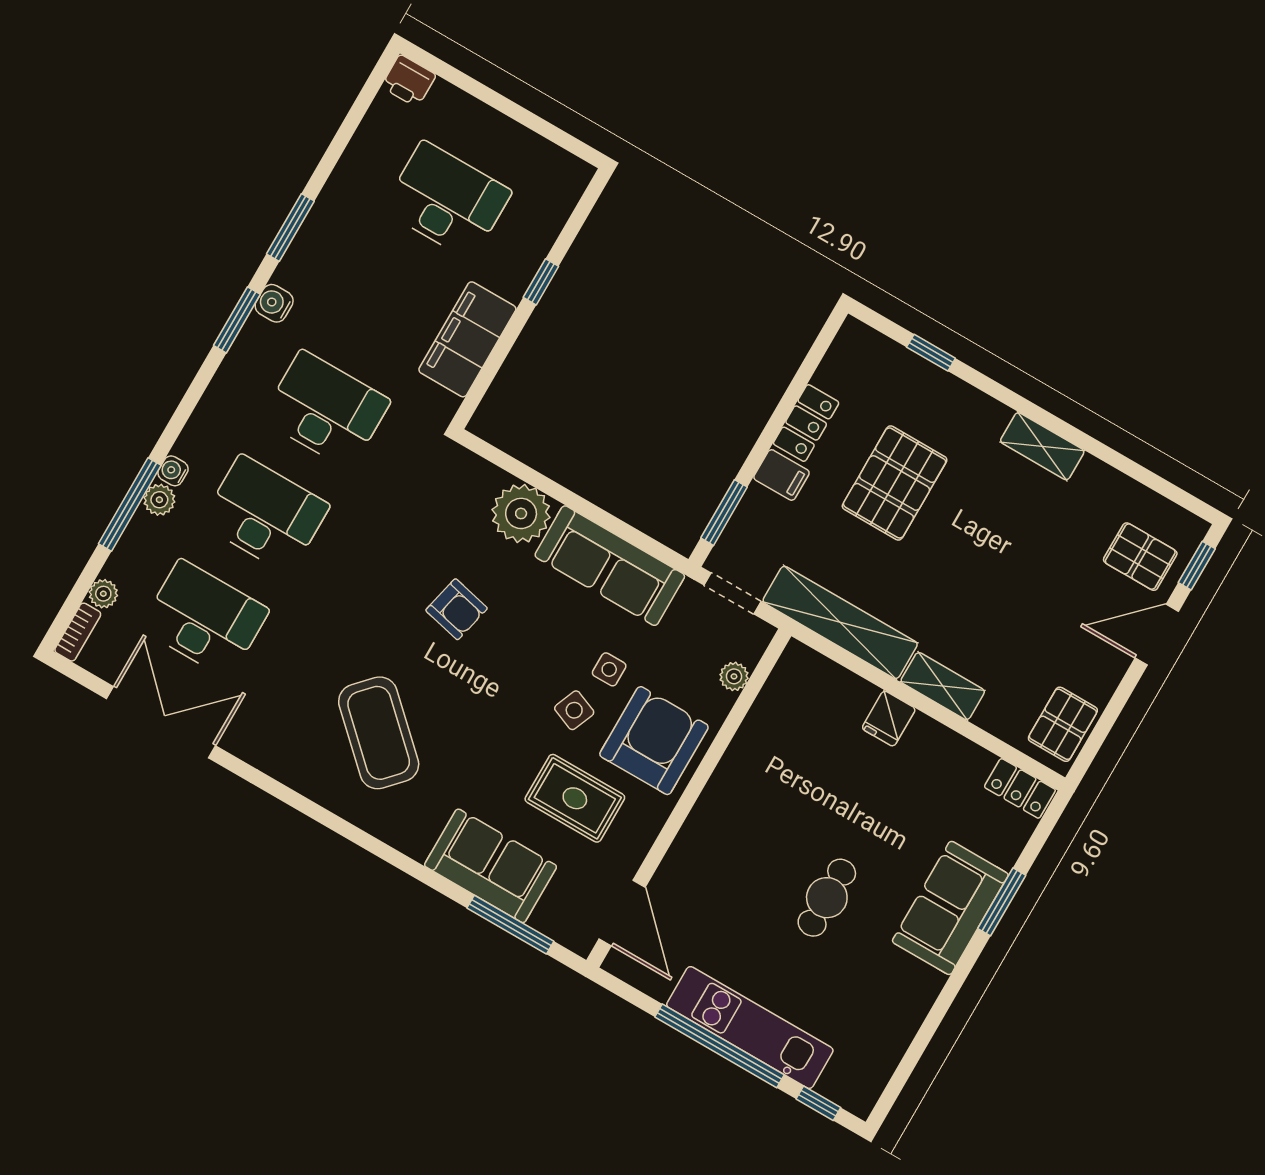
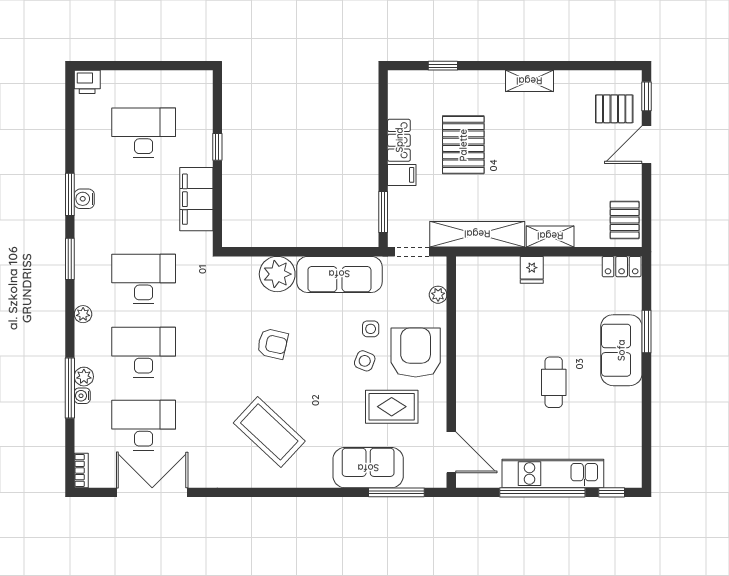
water cooler: (274, 303) -> (84, 199), moved
water cooler: (173, 471) -> (82, 396), moved
plant: (103, 594) -> (83, 314), moved

